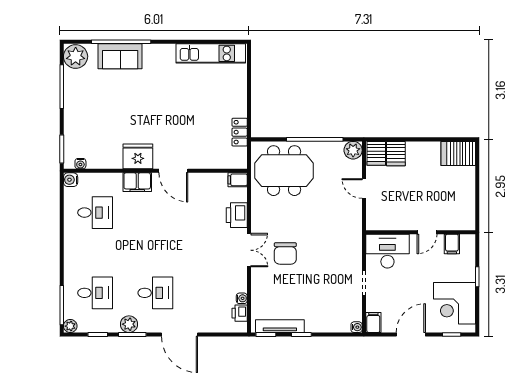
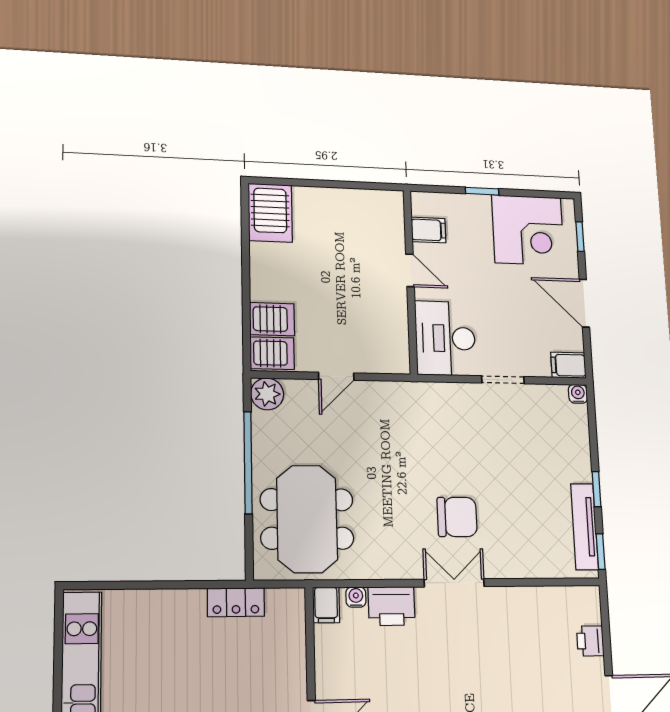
water cooler: (242, 298) -> (356, 597), moved
printer: (240, 313) -> (590, 641), moved, turned 90

